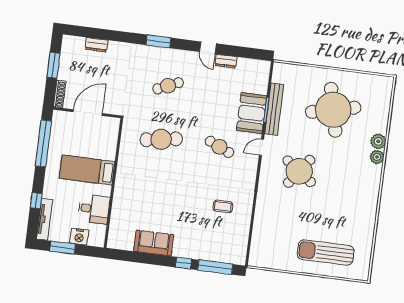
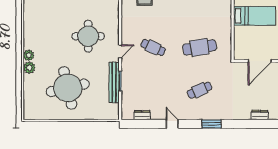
dresser: (226, 61) -> (142, 115), moved
booth: (252, 113) -> (131, 77), removed
round table: (299, 171) -> (88, 36), turned -36

